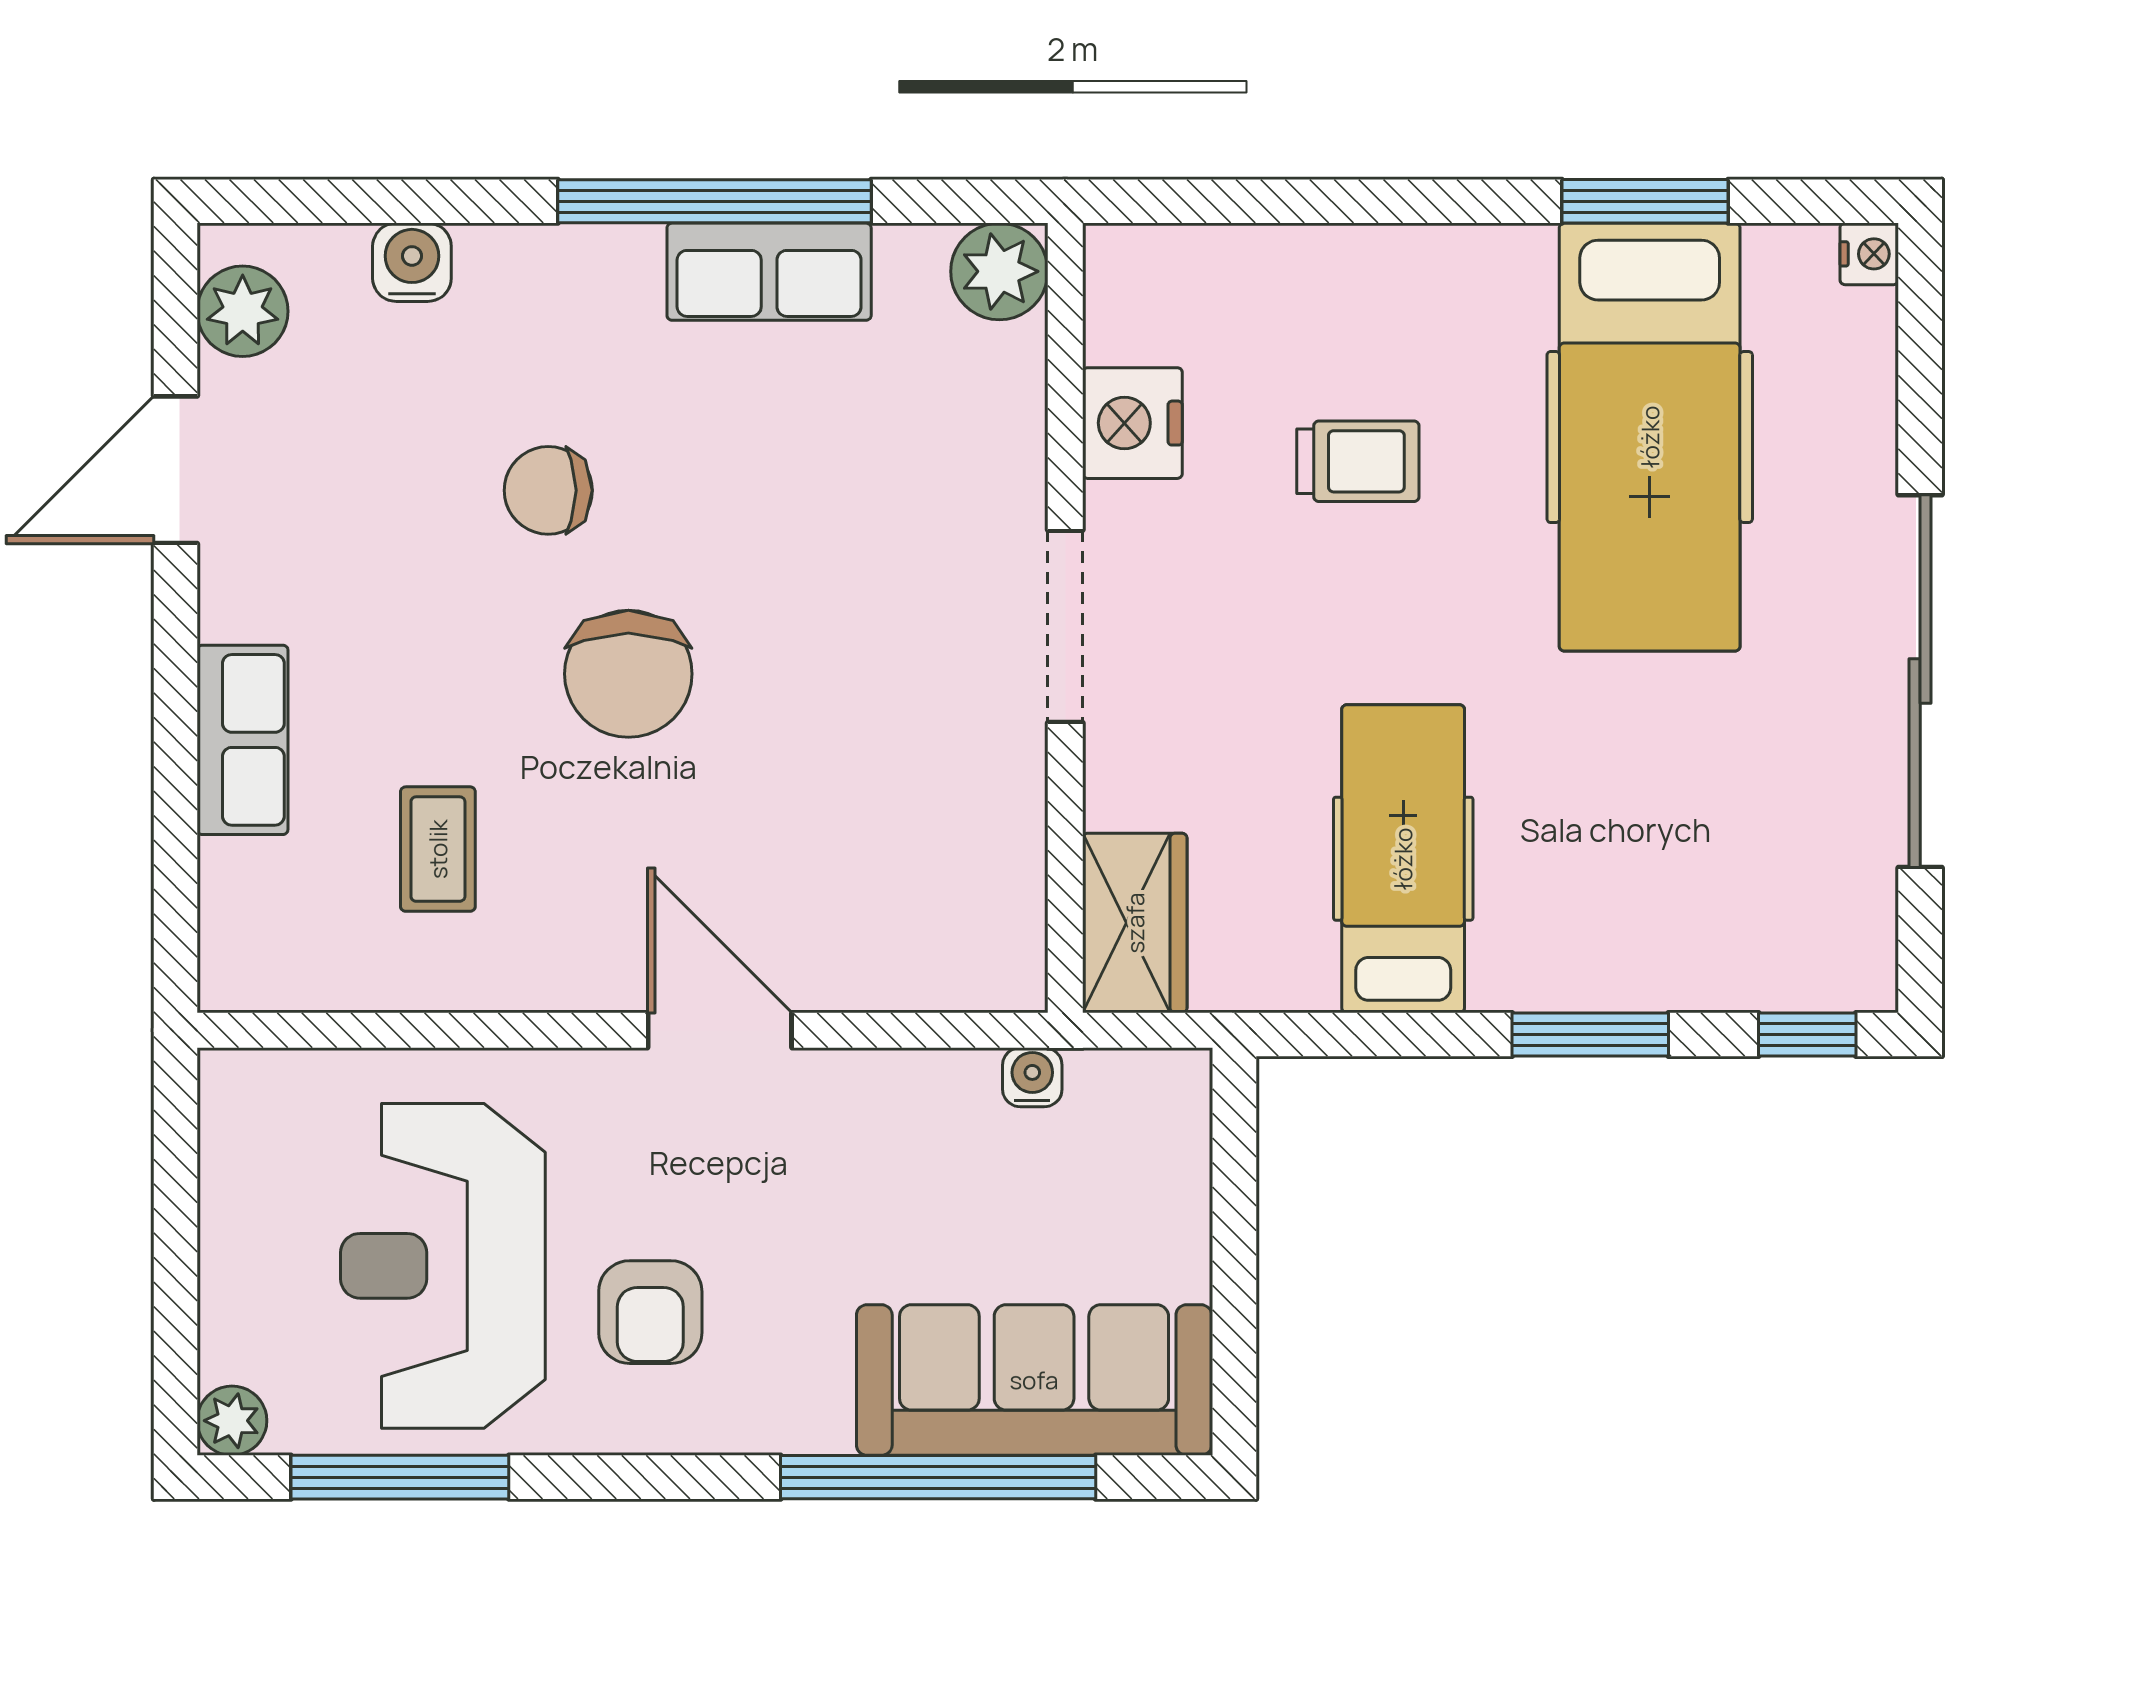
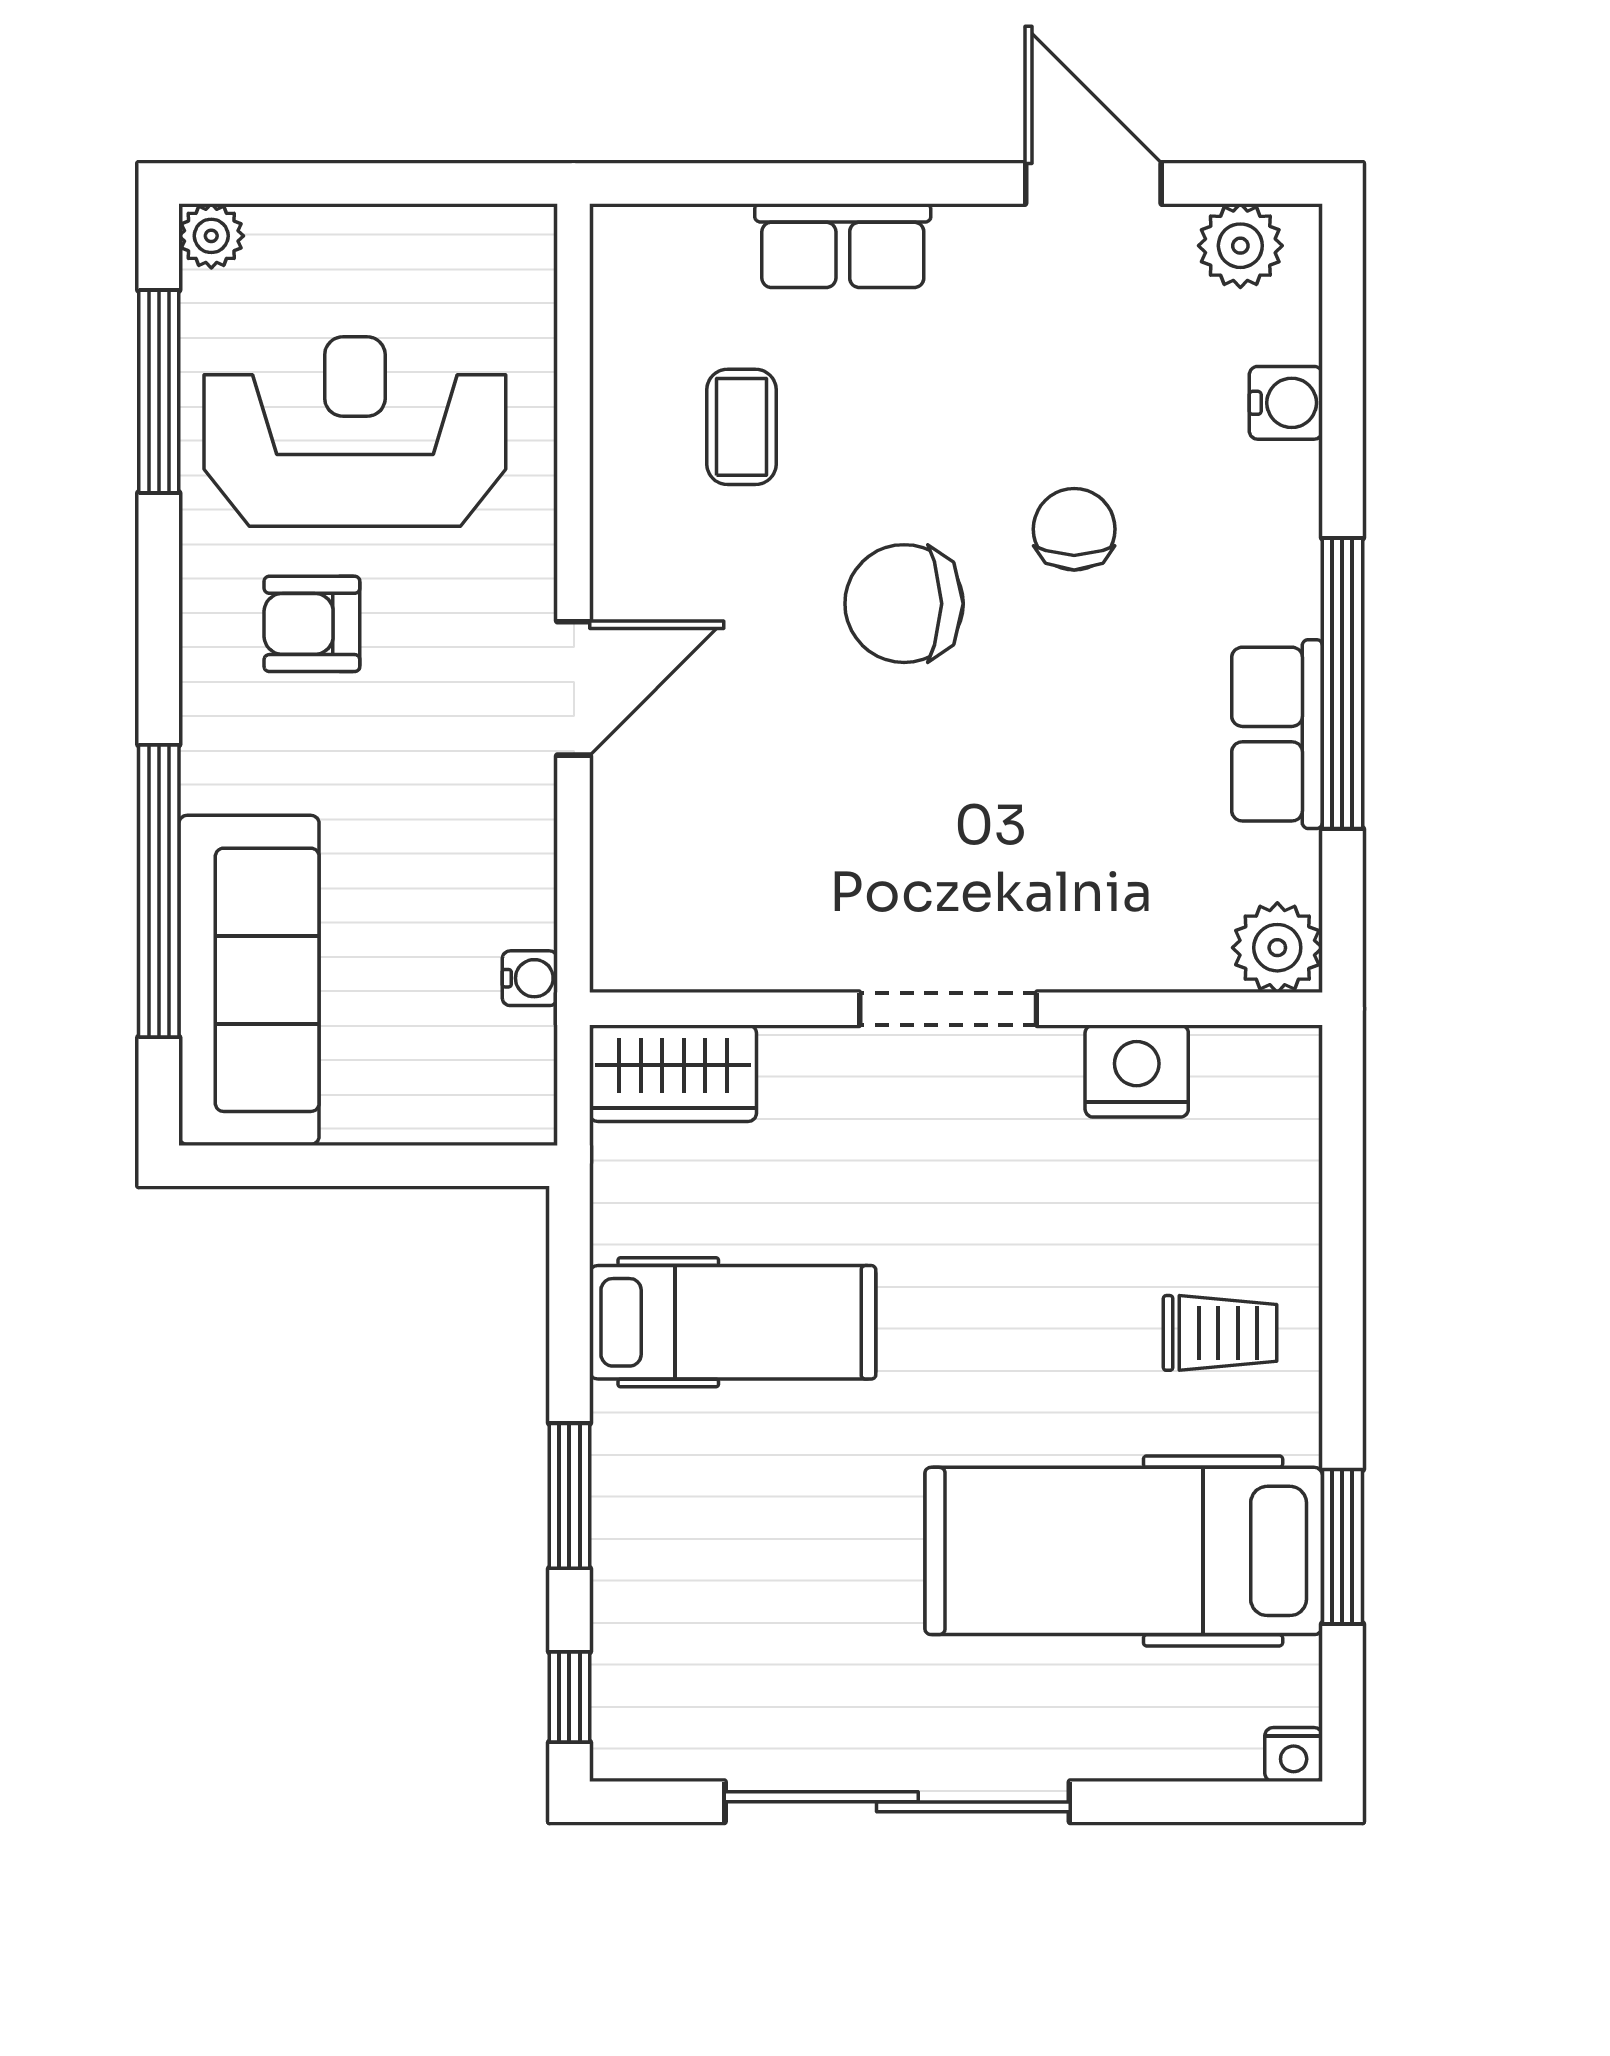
trolley: (1358, 461) -> (1220, 1333), moved, turned -90
coffee table: (438, 849) -> (741, 427), turned 90

